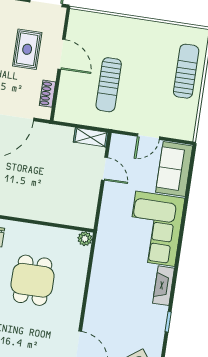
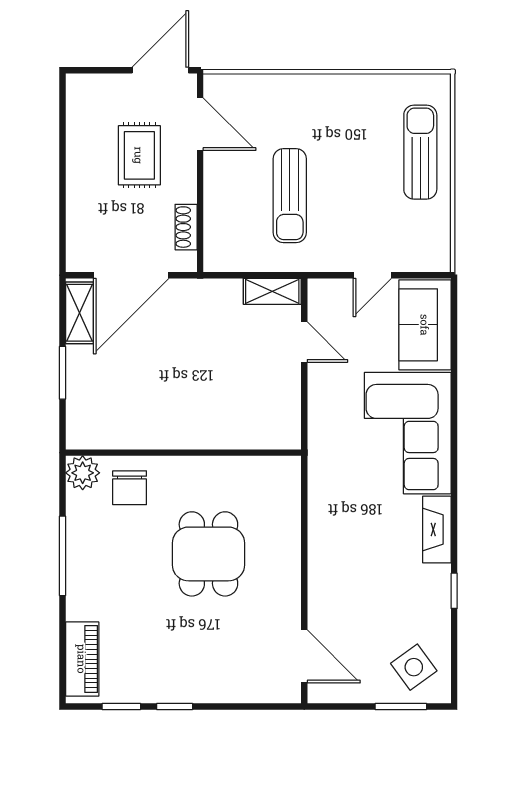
door: (62, 54) -> (200, 124), moved
plant: (85, 239) -> (288, 468), removed

